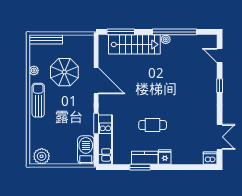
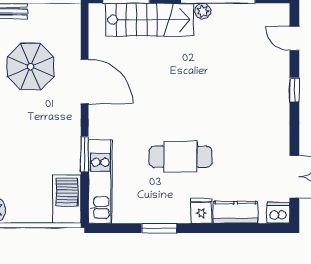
cafe table: (153, 125) -> (180, 157), width x1.37, depth x1.35
kitchen counter: (145, 158) -> (236, 212), moved

